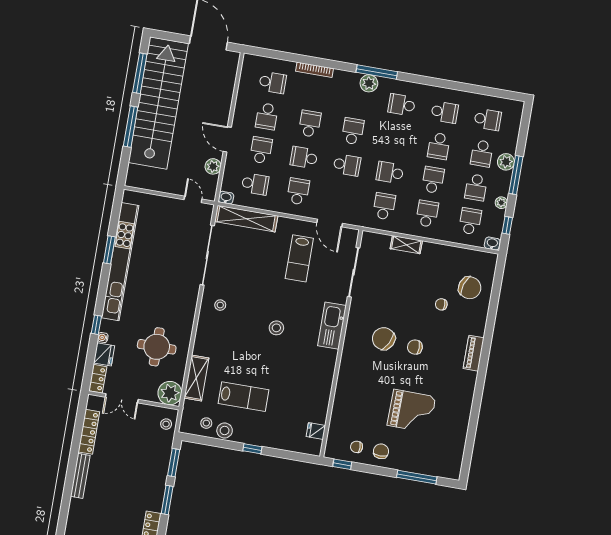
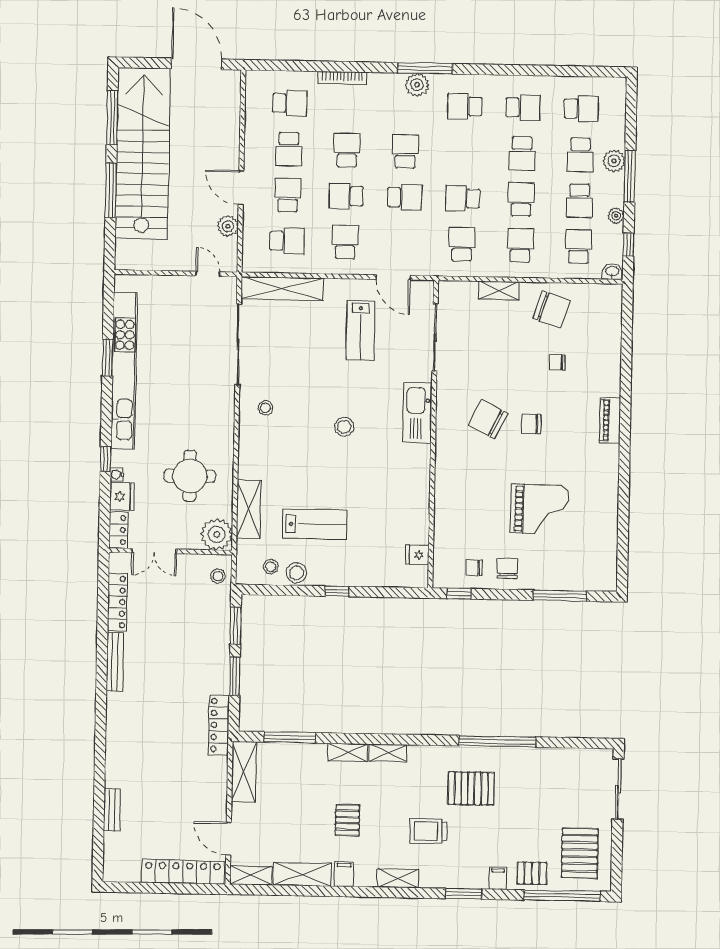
washbasin: (226, 198) -> (251, 265), removed
chair: (470, 288) -> (551, 309), moved

